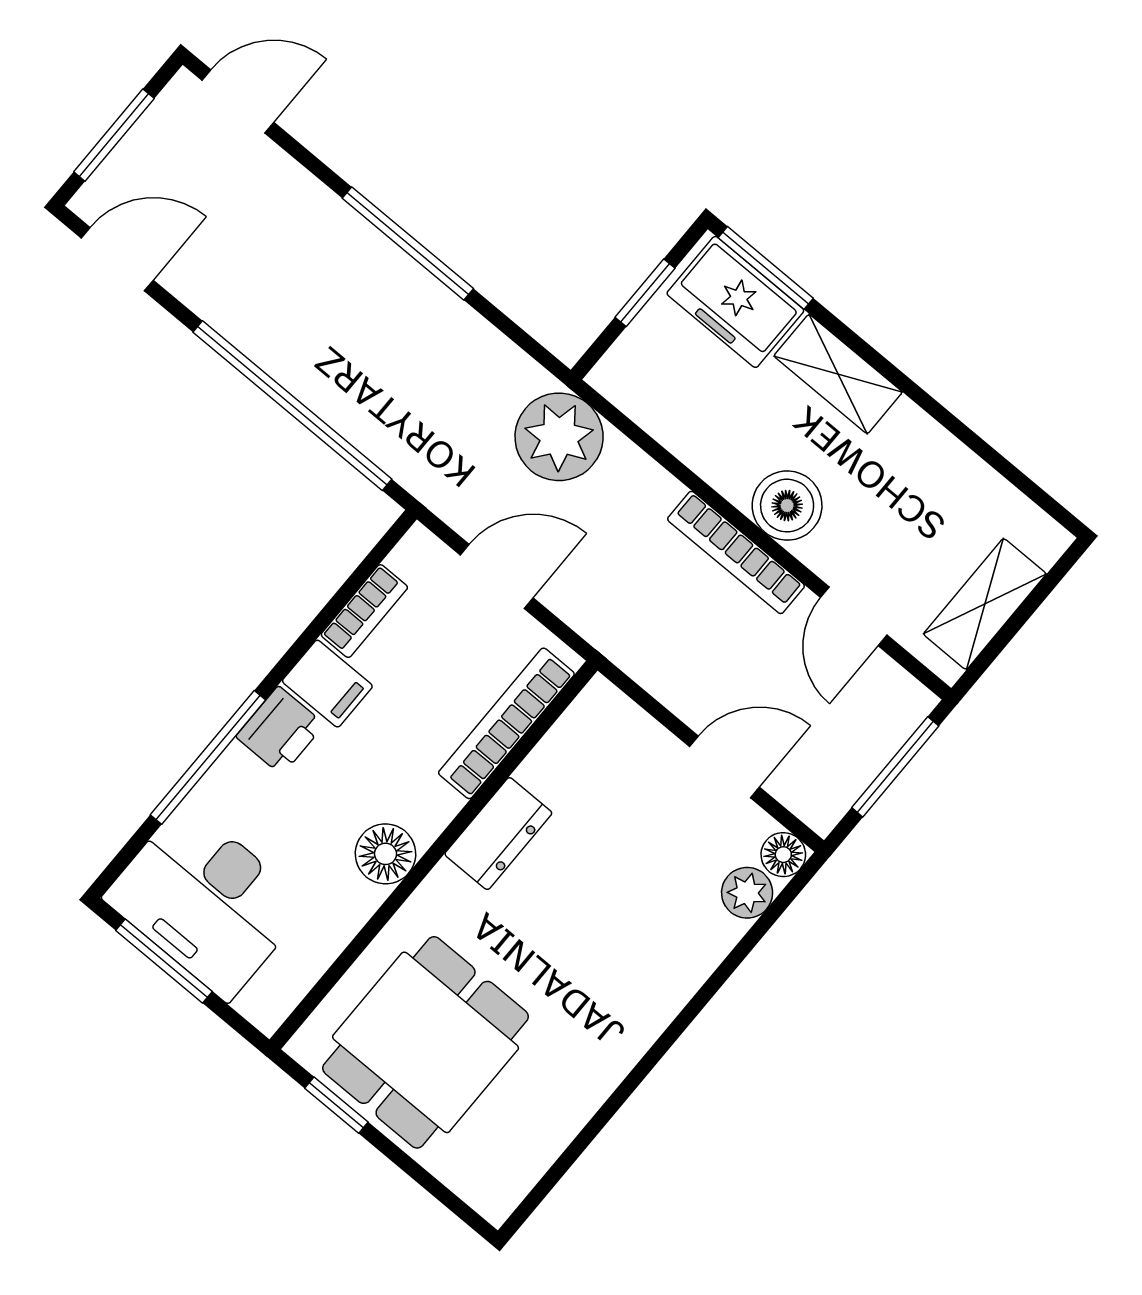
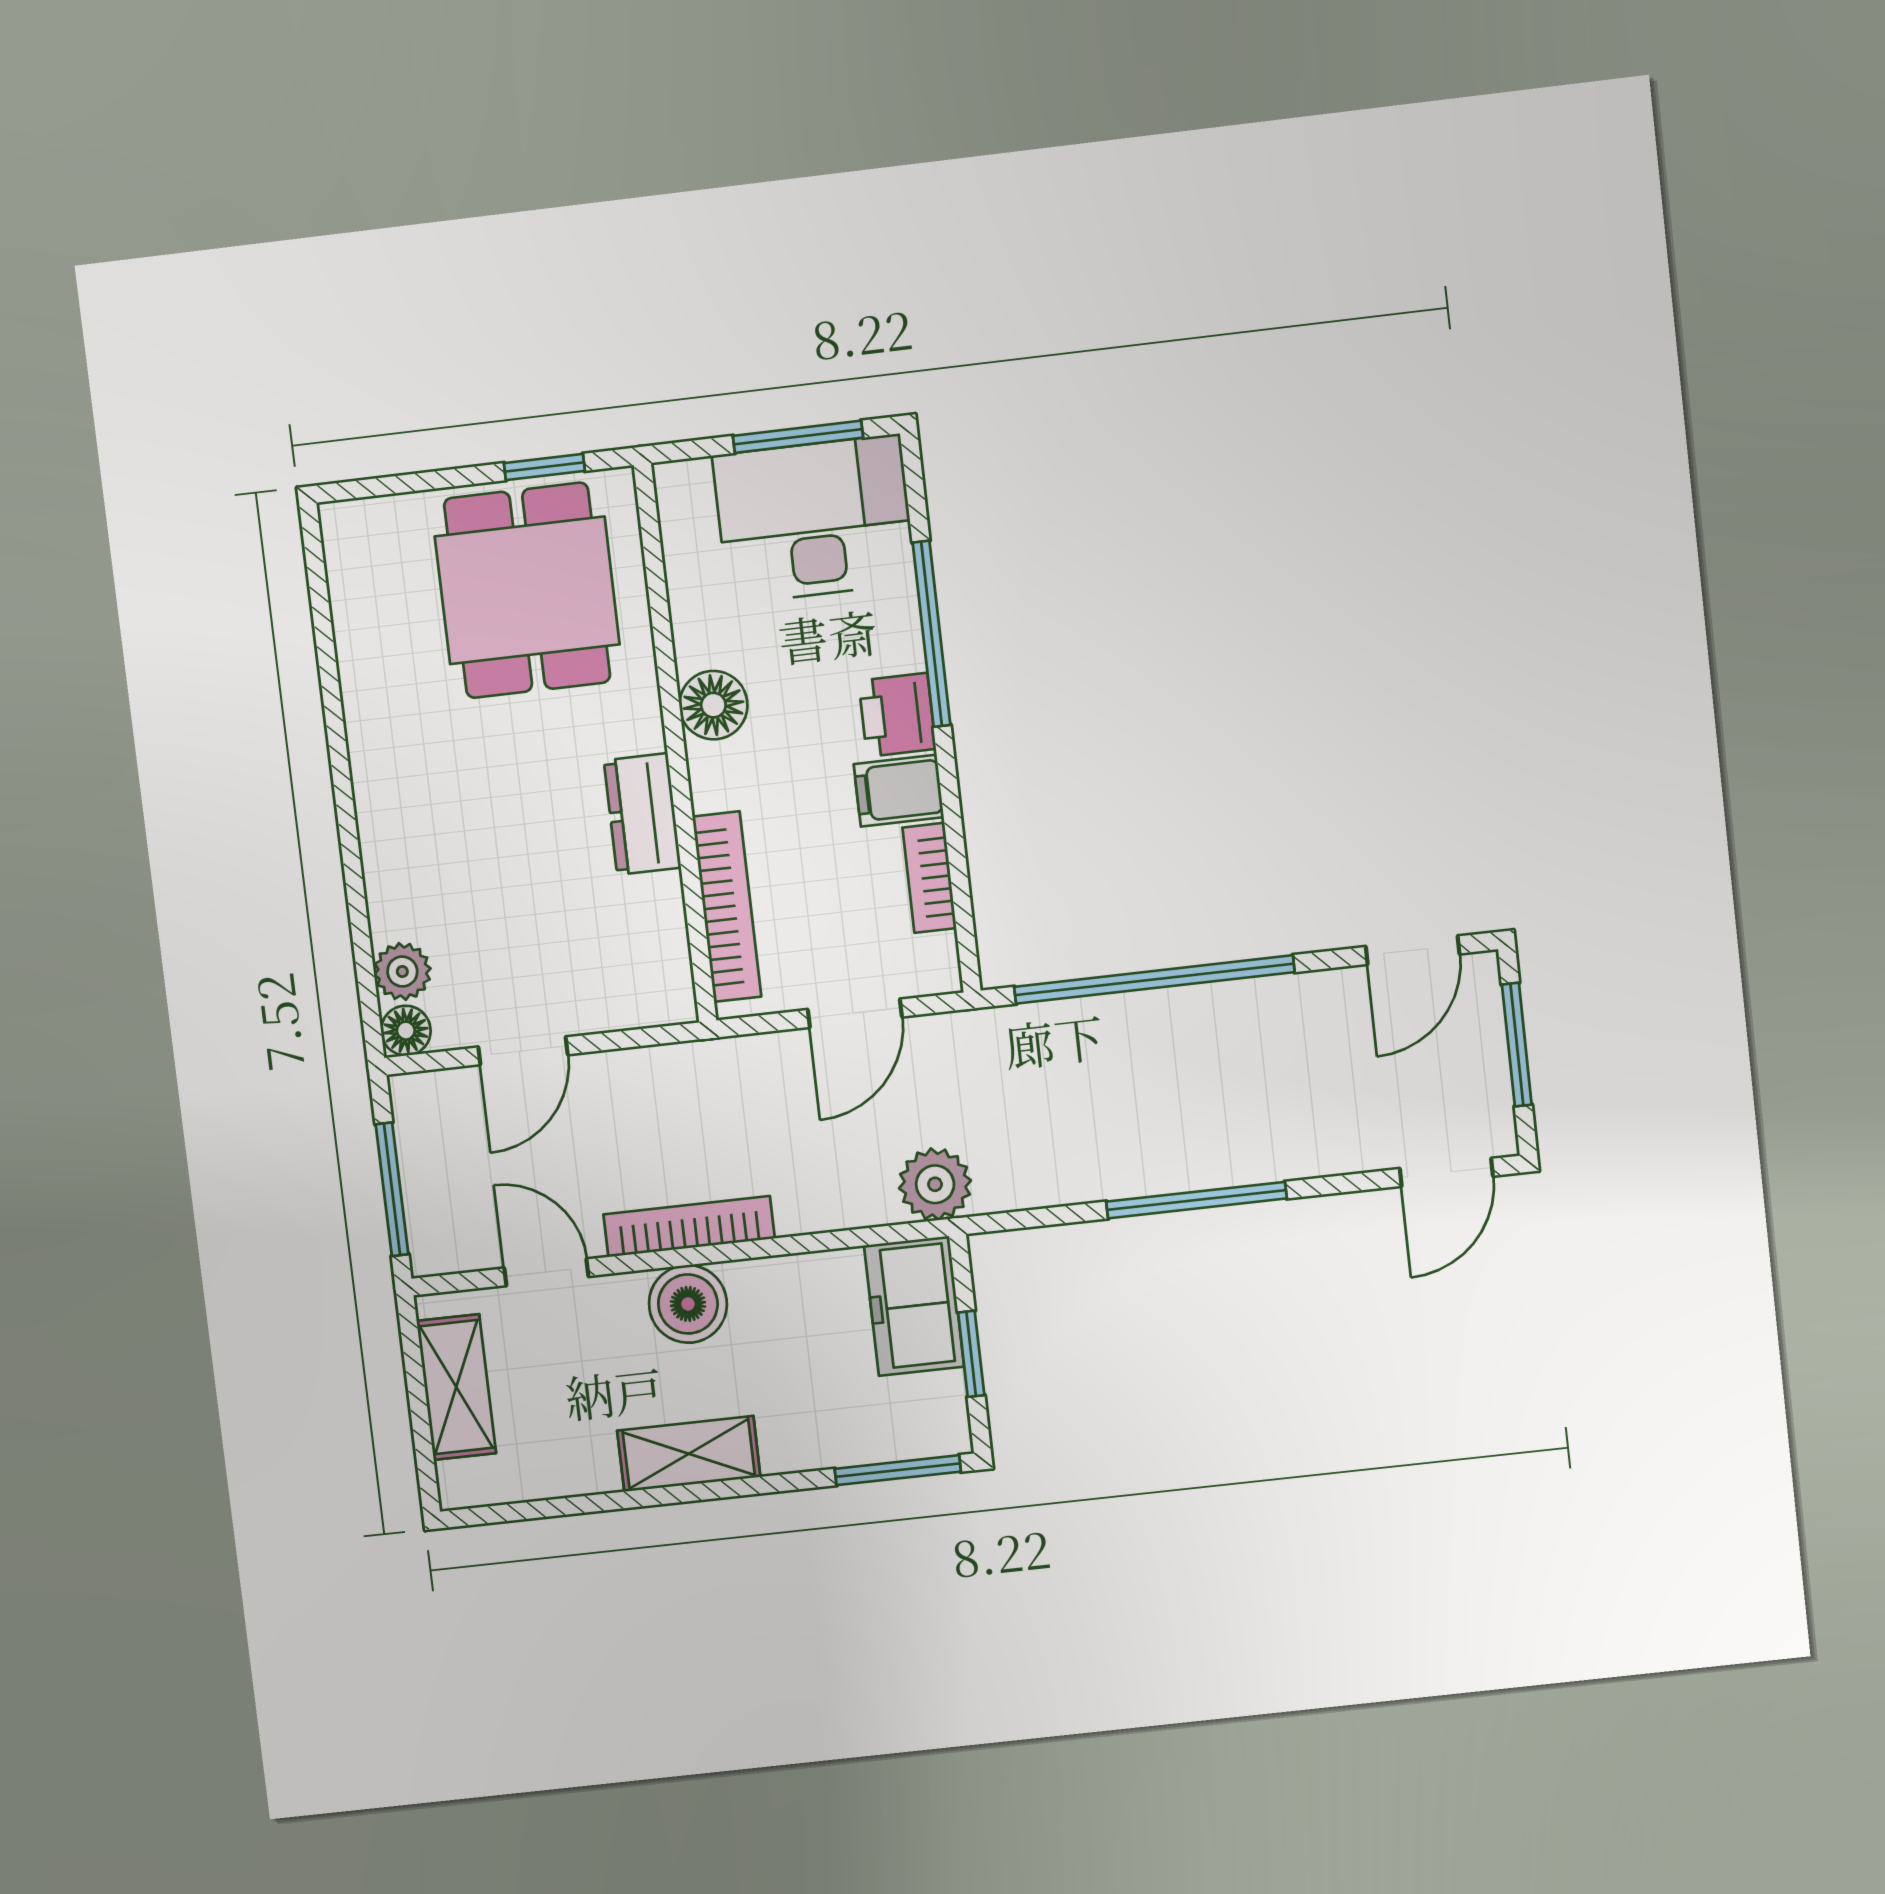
freezer: (735, 302) -> (914, 1306), moved, turned -90
shelving: (838, 374) -> (689, 1454), moved
plant: (559, 437) -> (935, 1184), width x0.73, depth x0.73

